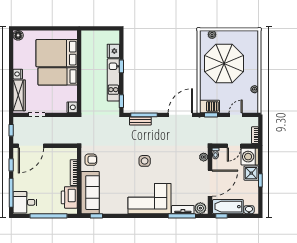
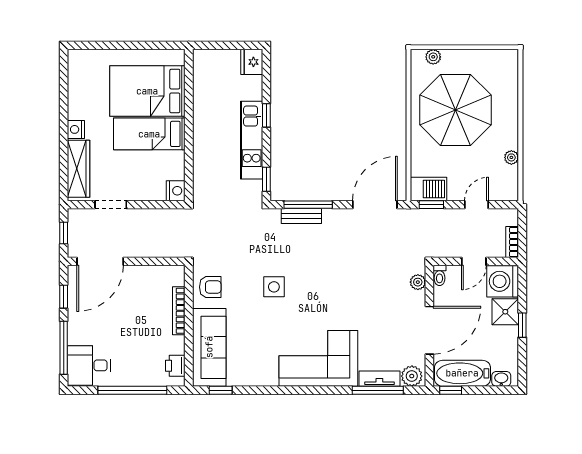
floor lamp: (18, 35) -> (77, 58), removed
fridge: (113, 51) -> (252, 62), moved
side table: (145, 161) -> (274, 287), moved
printer: (69, 197) -> (175, 366), width x0.53, depth x0.68

